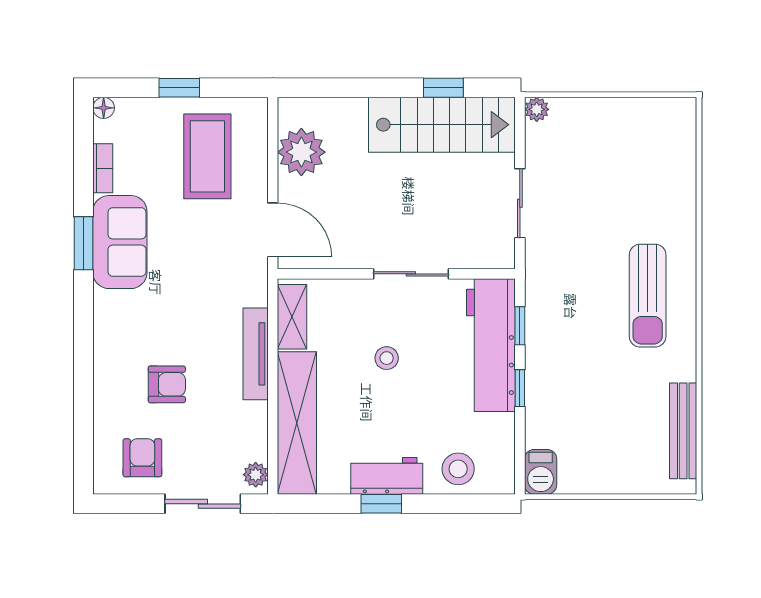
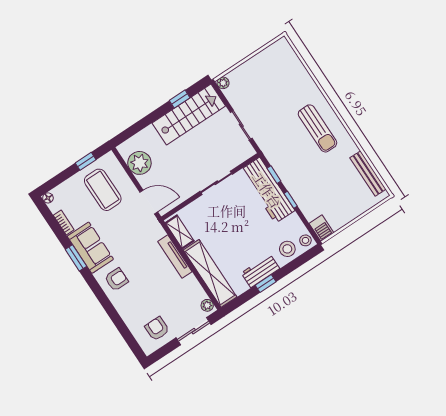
window: (179, 88) -> (86, 161), moved
stool: (387, 358) -> (305, 240), moved
armchair: (167, 384) -> (116, 279), moved

